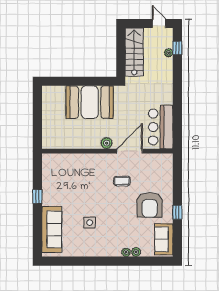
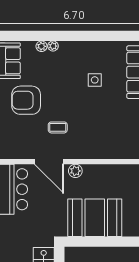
door: (130, 151) -> (49, 162), hinge flipped
armchair: (150, 205) -> (26, 100), turned -90

